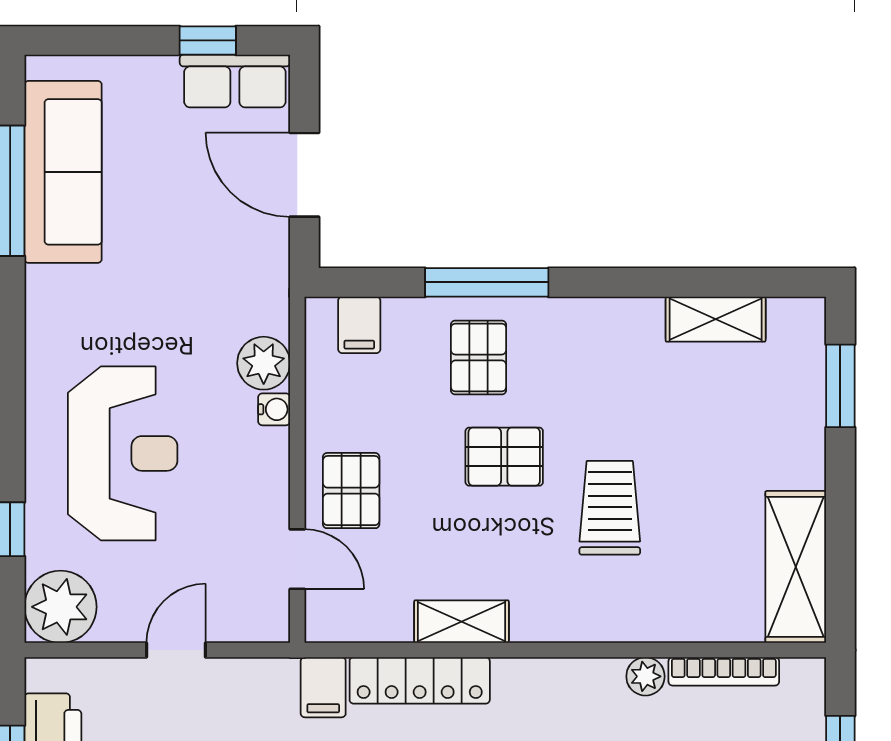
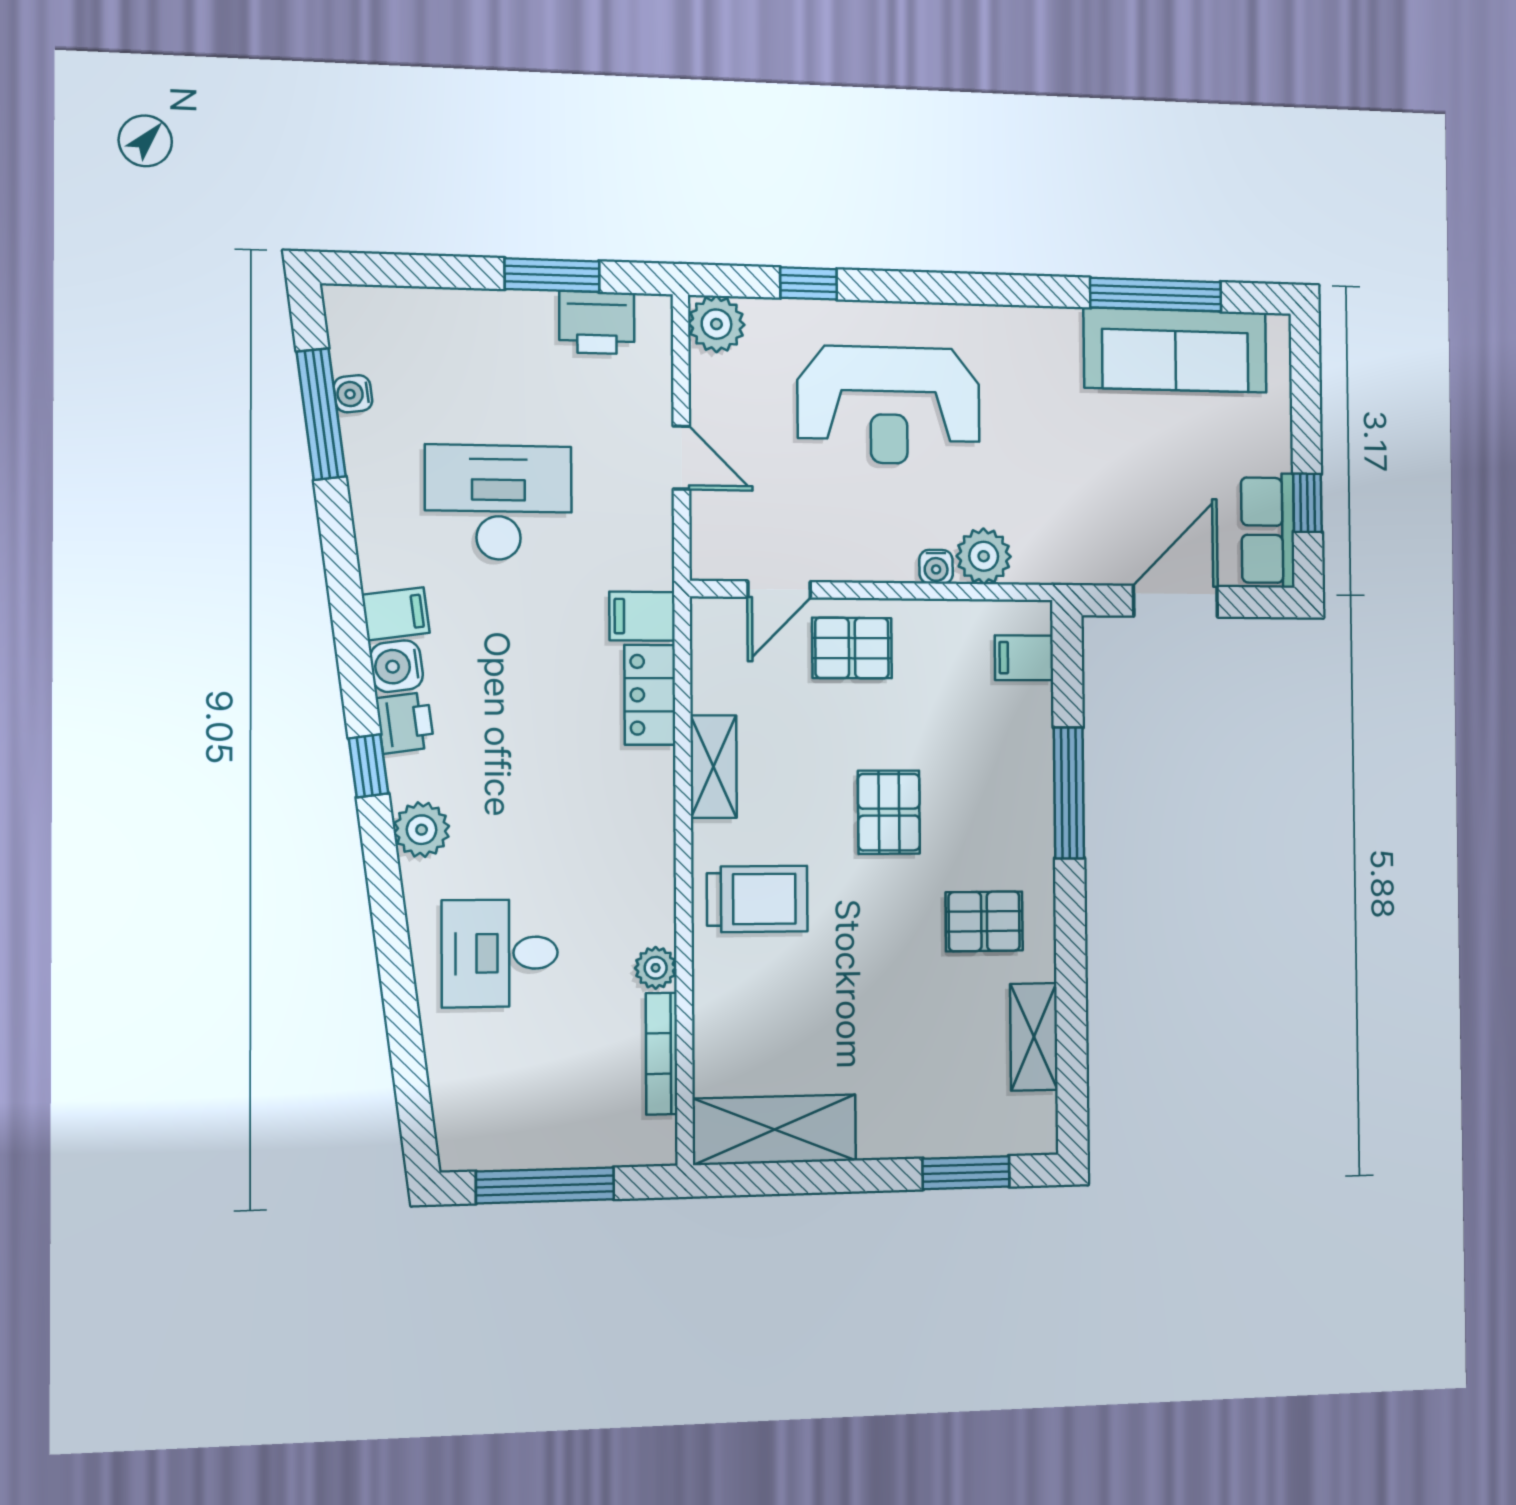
pallet: (479, 357) -> (984, 921), moved
trolley: (610, 508) -> (757, 899), moved
plant: (61, 607) -> (716, 324), width x0.73, depth x0.73
locker: (420, 680) -> (650, 695), width x0.66

